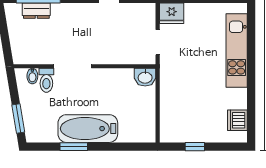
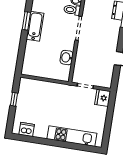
washbasin: (145, 77) -> (67, 58), moved
bathtub: (88, 129) -> (35, 26), width x0.73, depth x0.73

